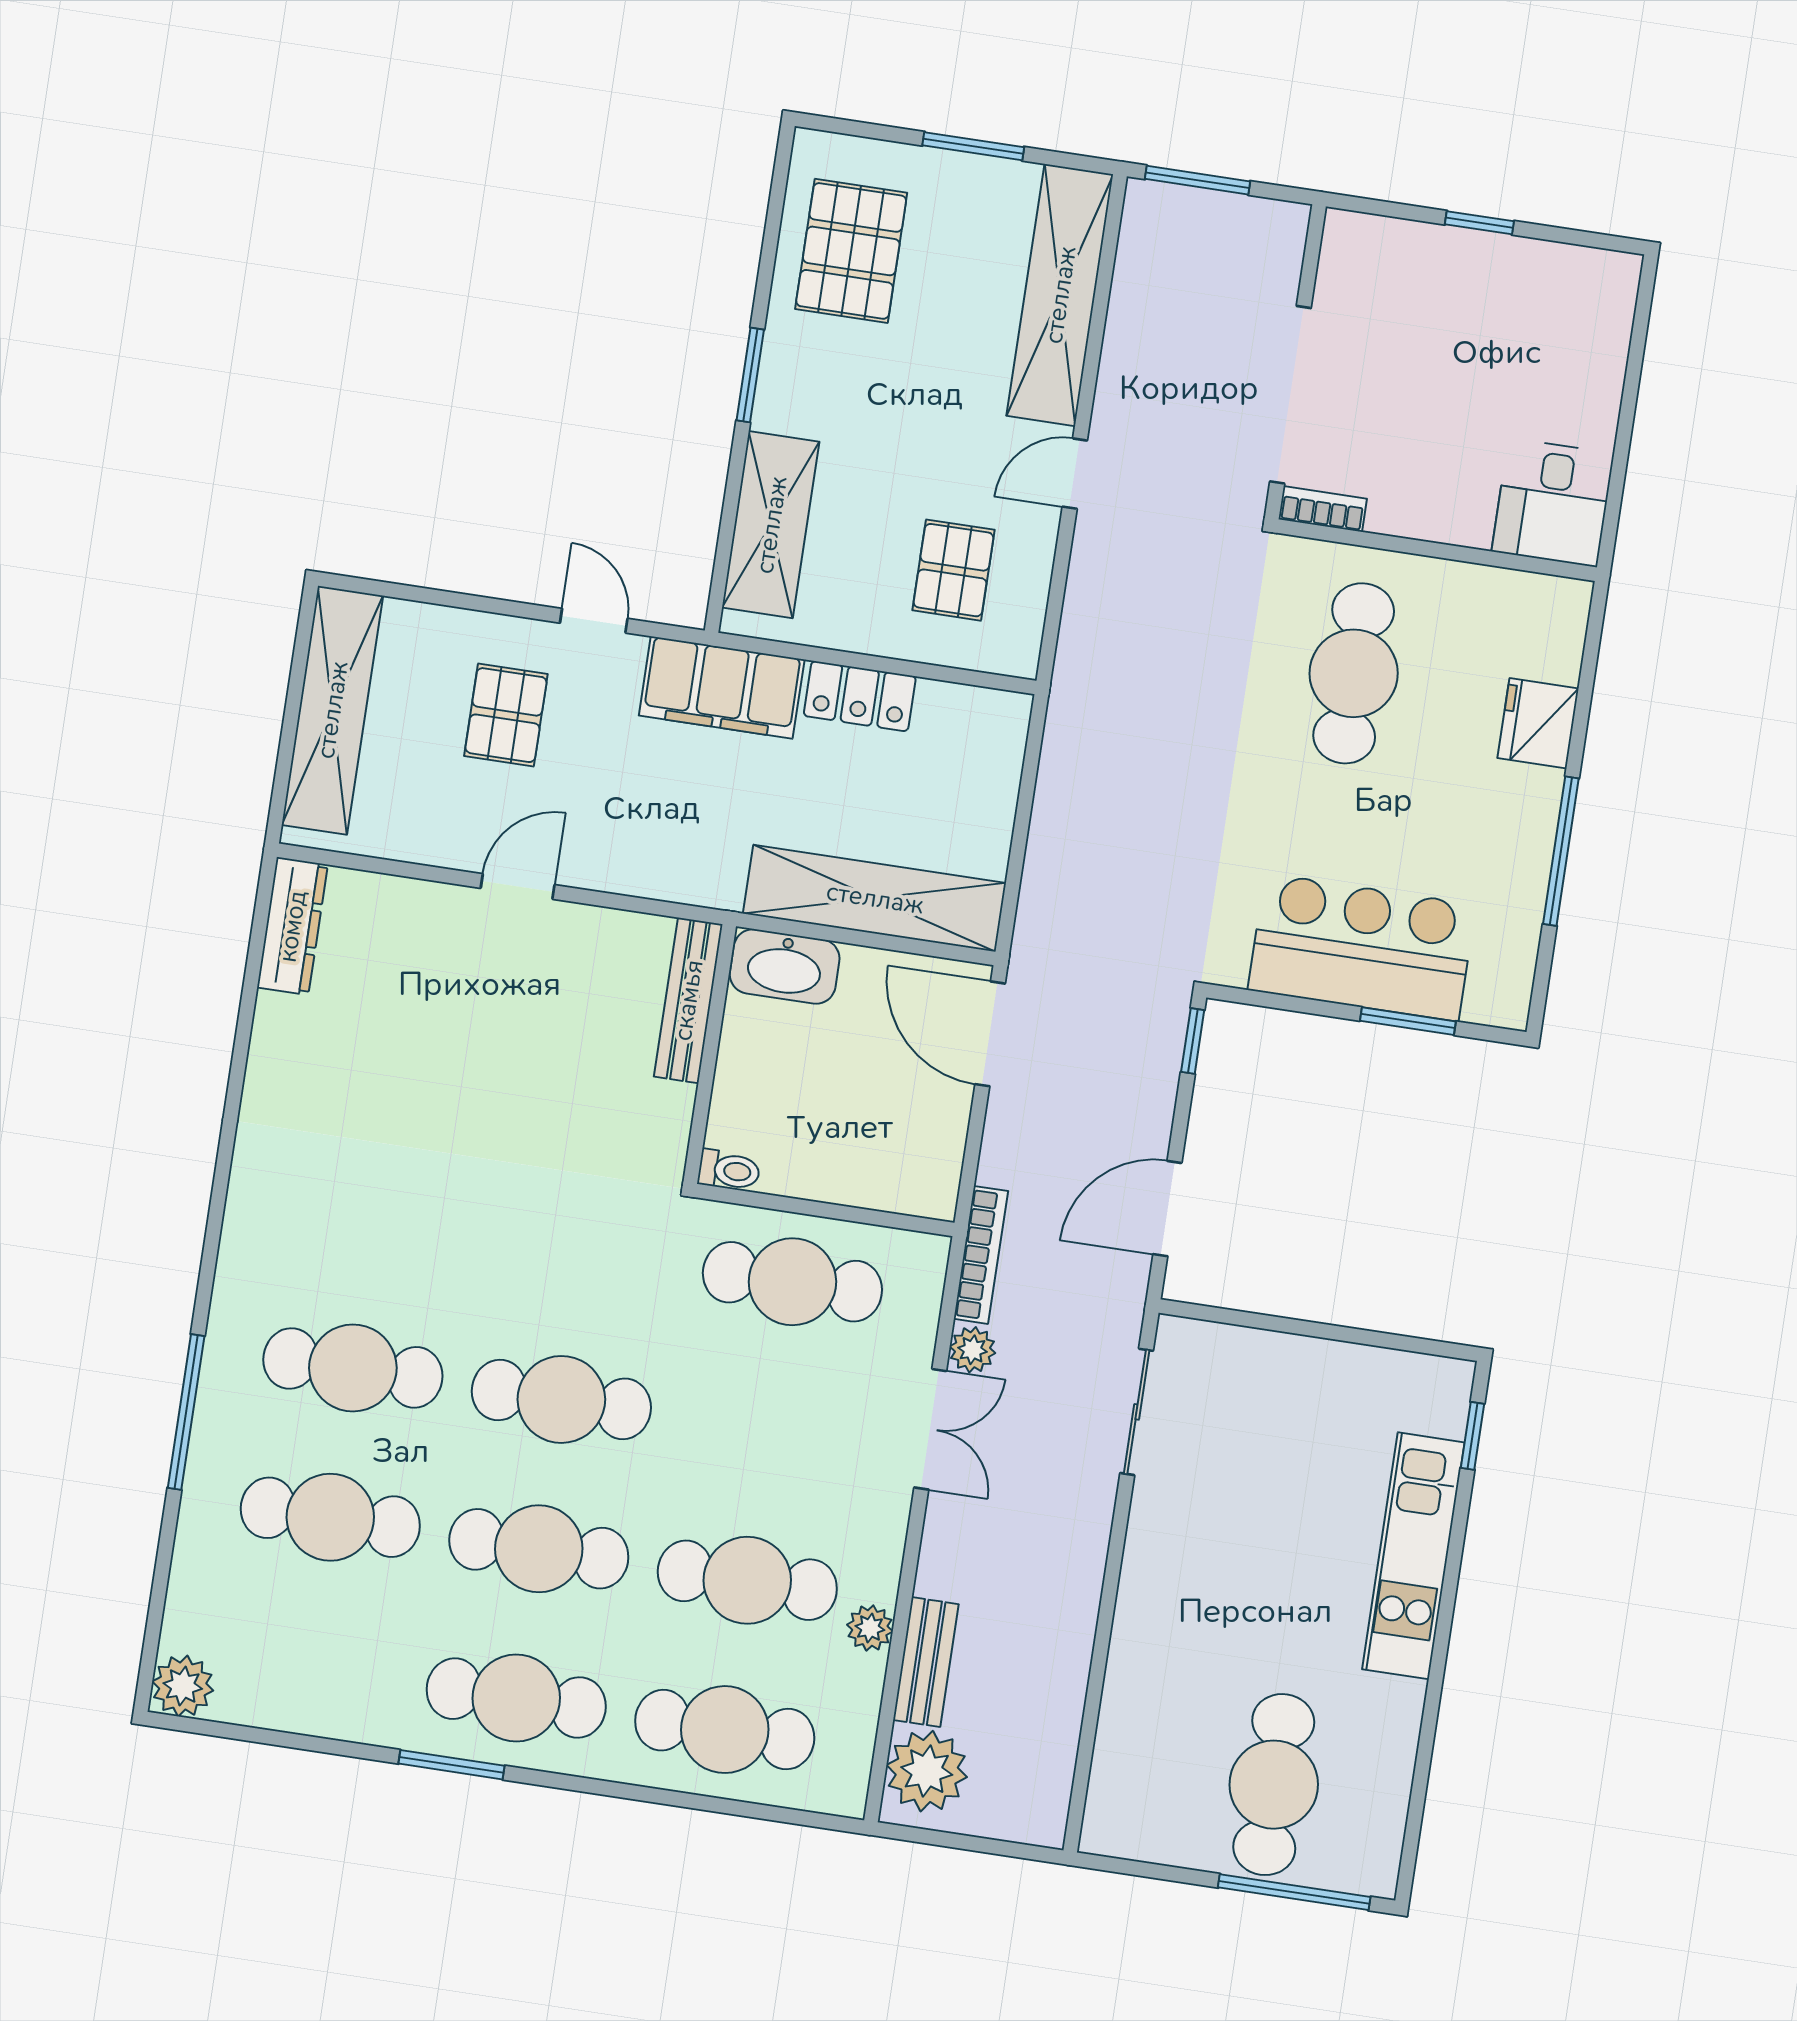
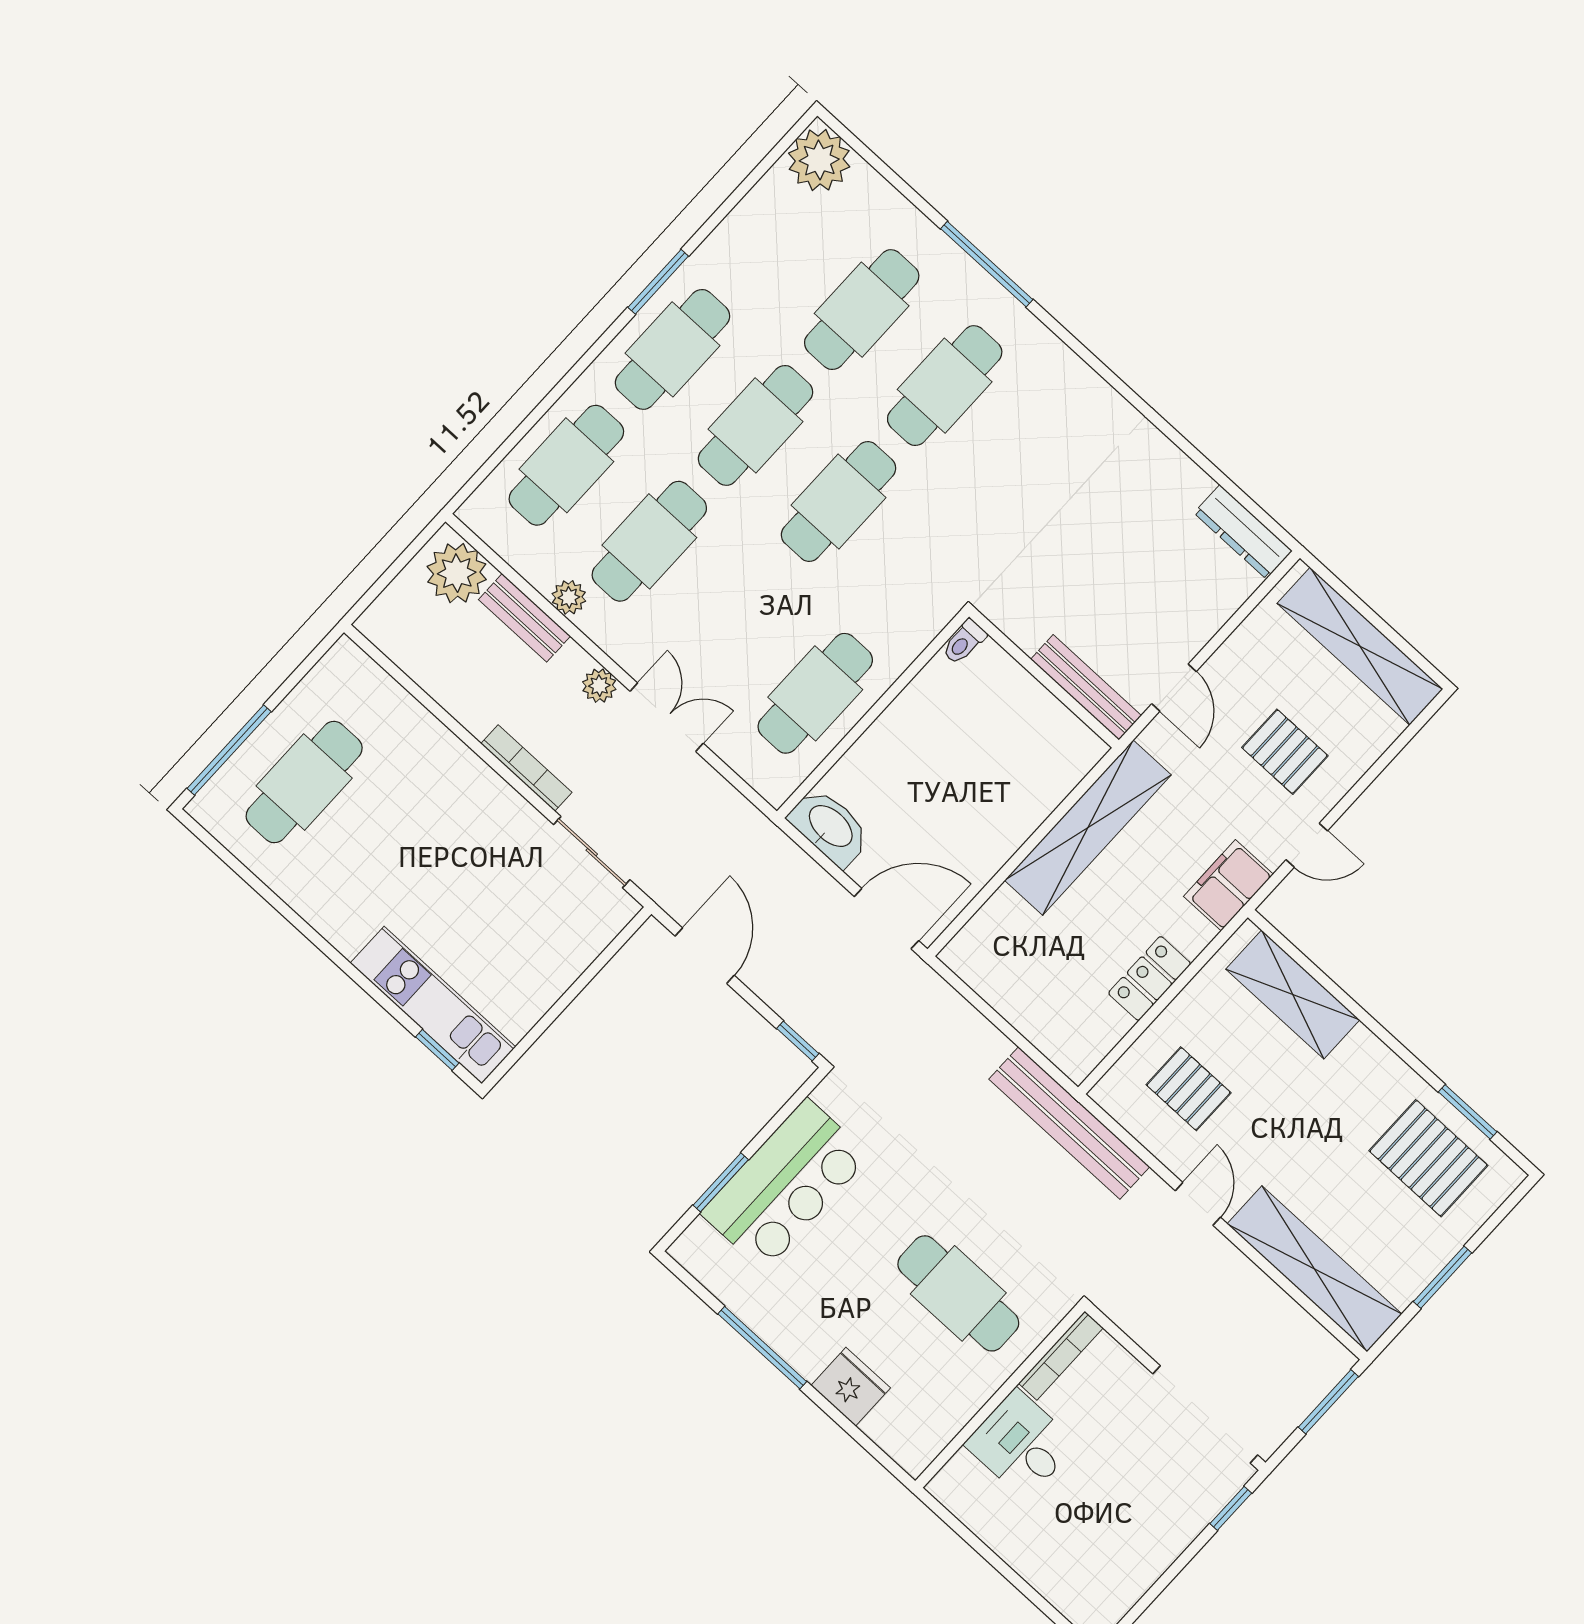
window: (1479, 223) -> (1231, 1508), moved
window: (750, 375) -> (1468, 1112), moved
doorway: (1290, 395) -> (1205, 1414), moved
desk: (1553, 503) -> (1021, 1444), moved
bookcase: (1323, 509) -> (1061, 1356), width x1.56
bench: (1081, 677) -> (1069, 1123), added
filing cabinet: (722, 688) -> (1228, 885), width x0.67, depth x0.86
shelving: (875, 898) -> (1088, 828), moved
washbasin: (785, 966) -> (830, 827), moved, turned 90
bench: (688, 1000) -> (1086, 687), moved
wall: (710, 1054) -> (1044, 678), moved
toilet: (729, 1170) -> (964, 642), moved
bookcase: (981, 1255) -> (526, 768), moved, turned 180
plant: (972, 1350) -> (599, 686), moved
double door: (930, 1429) -> (667, 717), swing flipped
kitchen unit: (1413, 1556) -> (433, 1005), moved
plant: (183, 1686) -> (819, 160), width x1.36, depth x1.36
cafe table: (1274, 1785) -> (304, 782), turned 90

